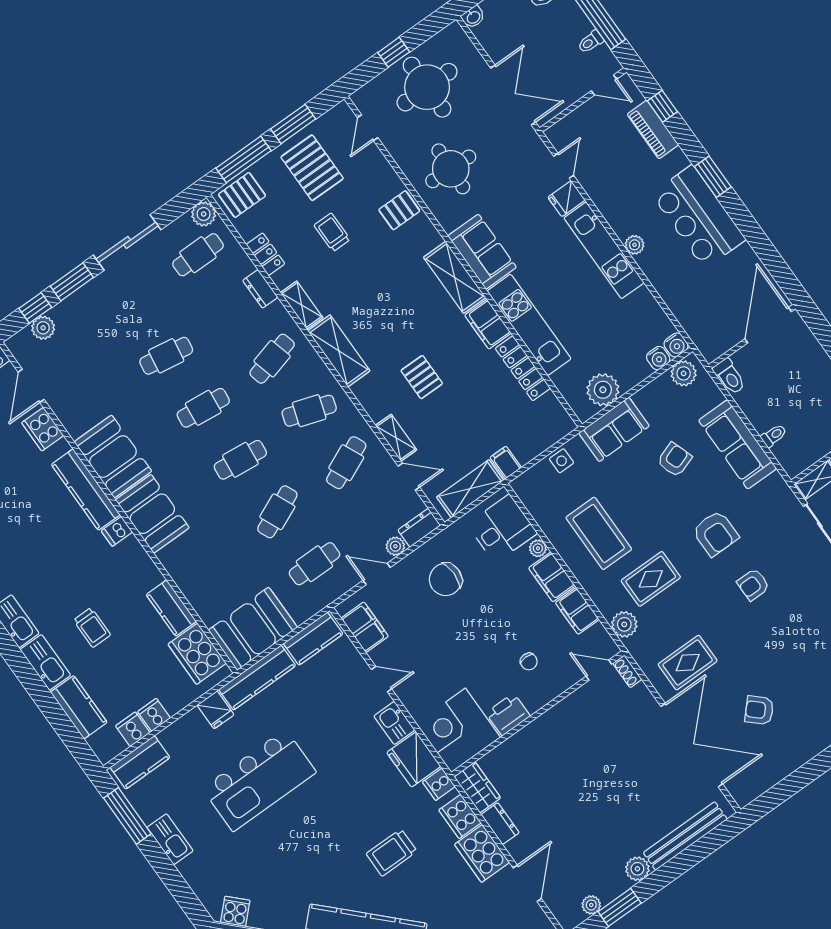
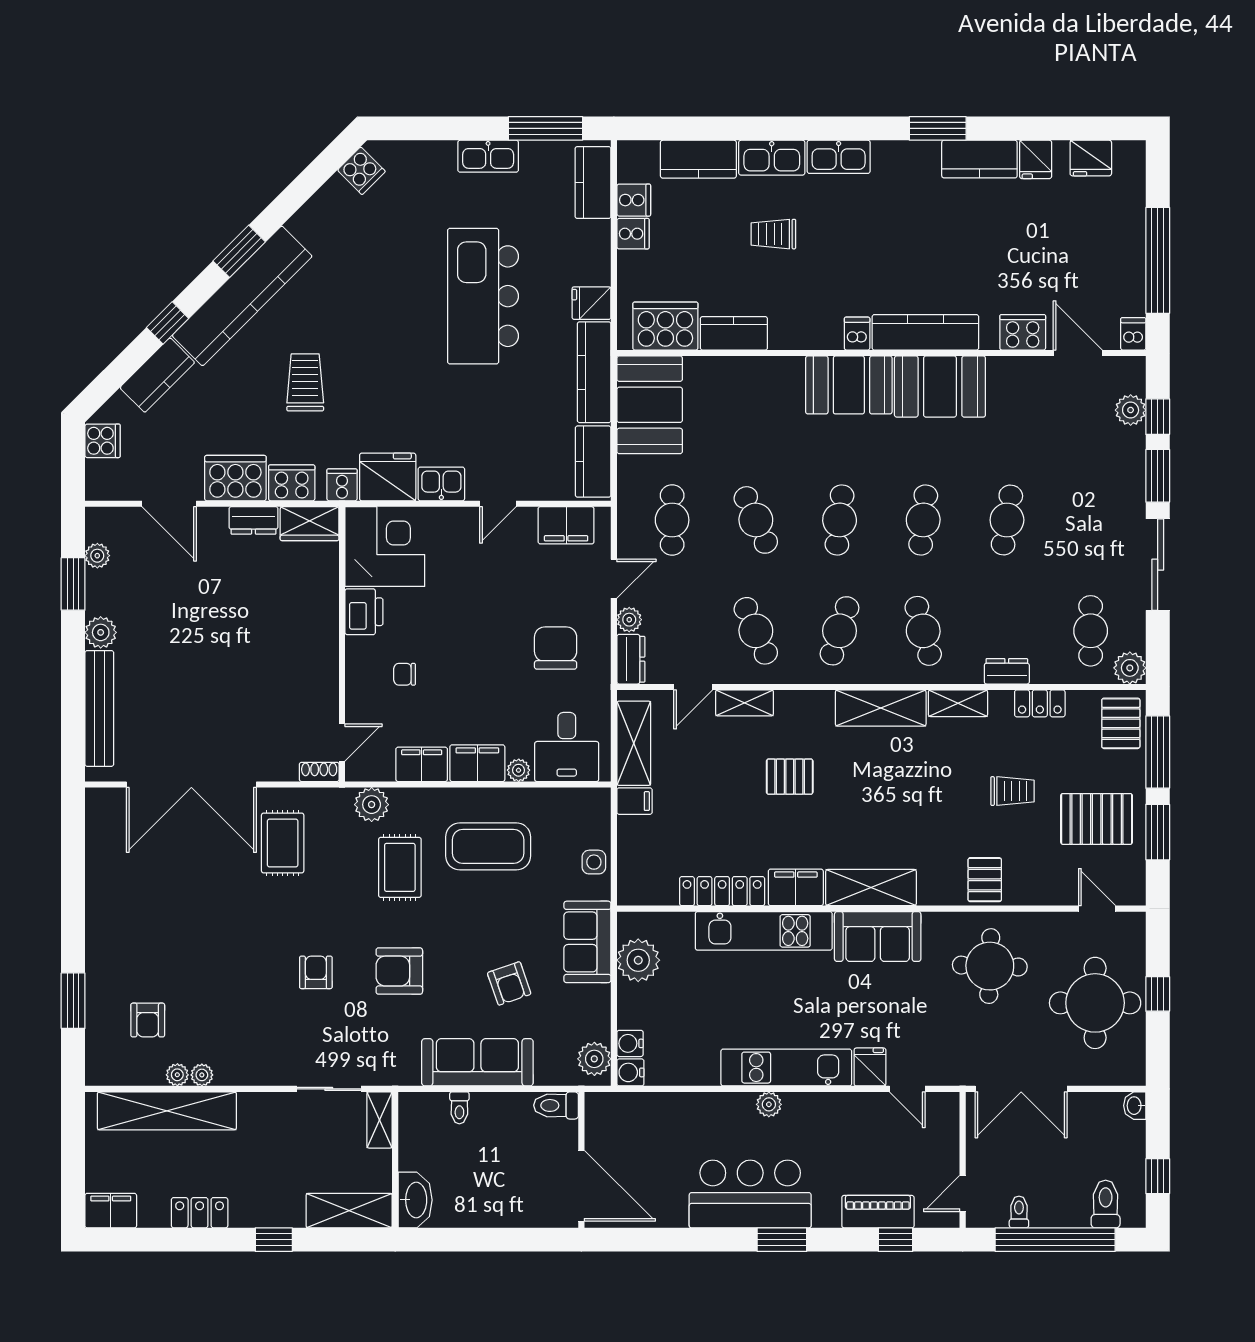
armchair: (759, 710) -> (177, 883), removed

